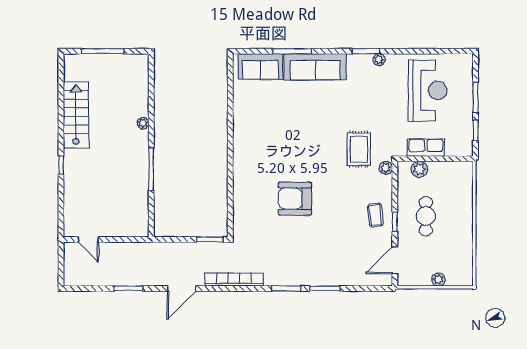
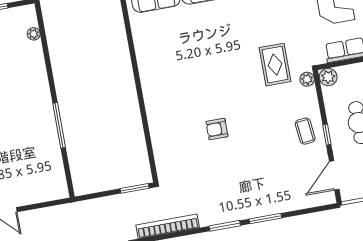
plant: (143, 123) -> (34, 34), moved
plant: (419, 169) -> (328, 77), moved
armchair: (295, 199) -> (217, 129), width x0.53, depth x0.53

